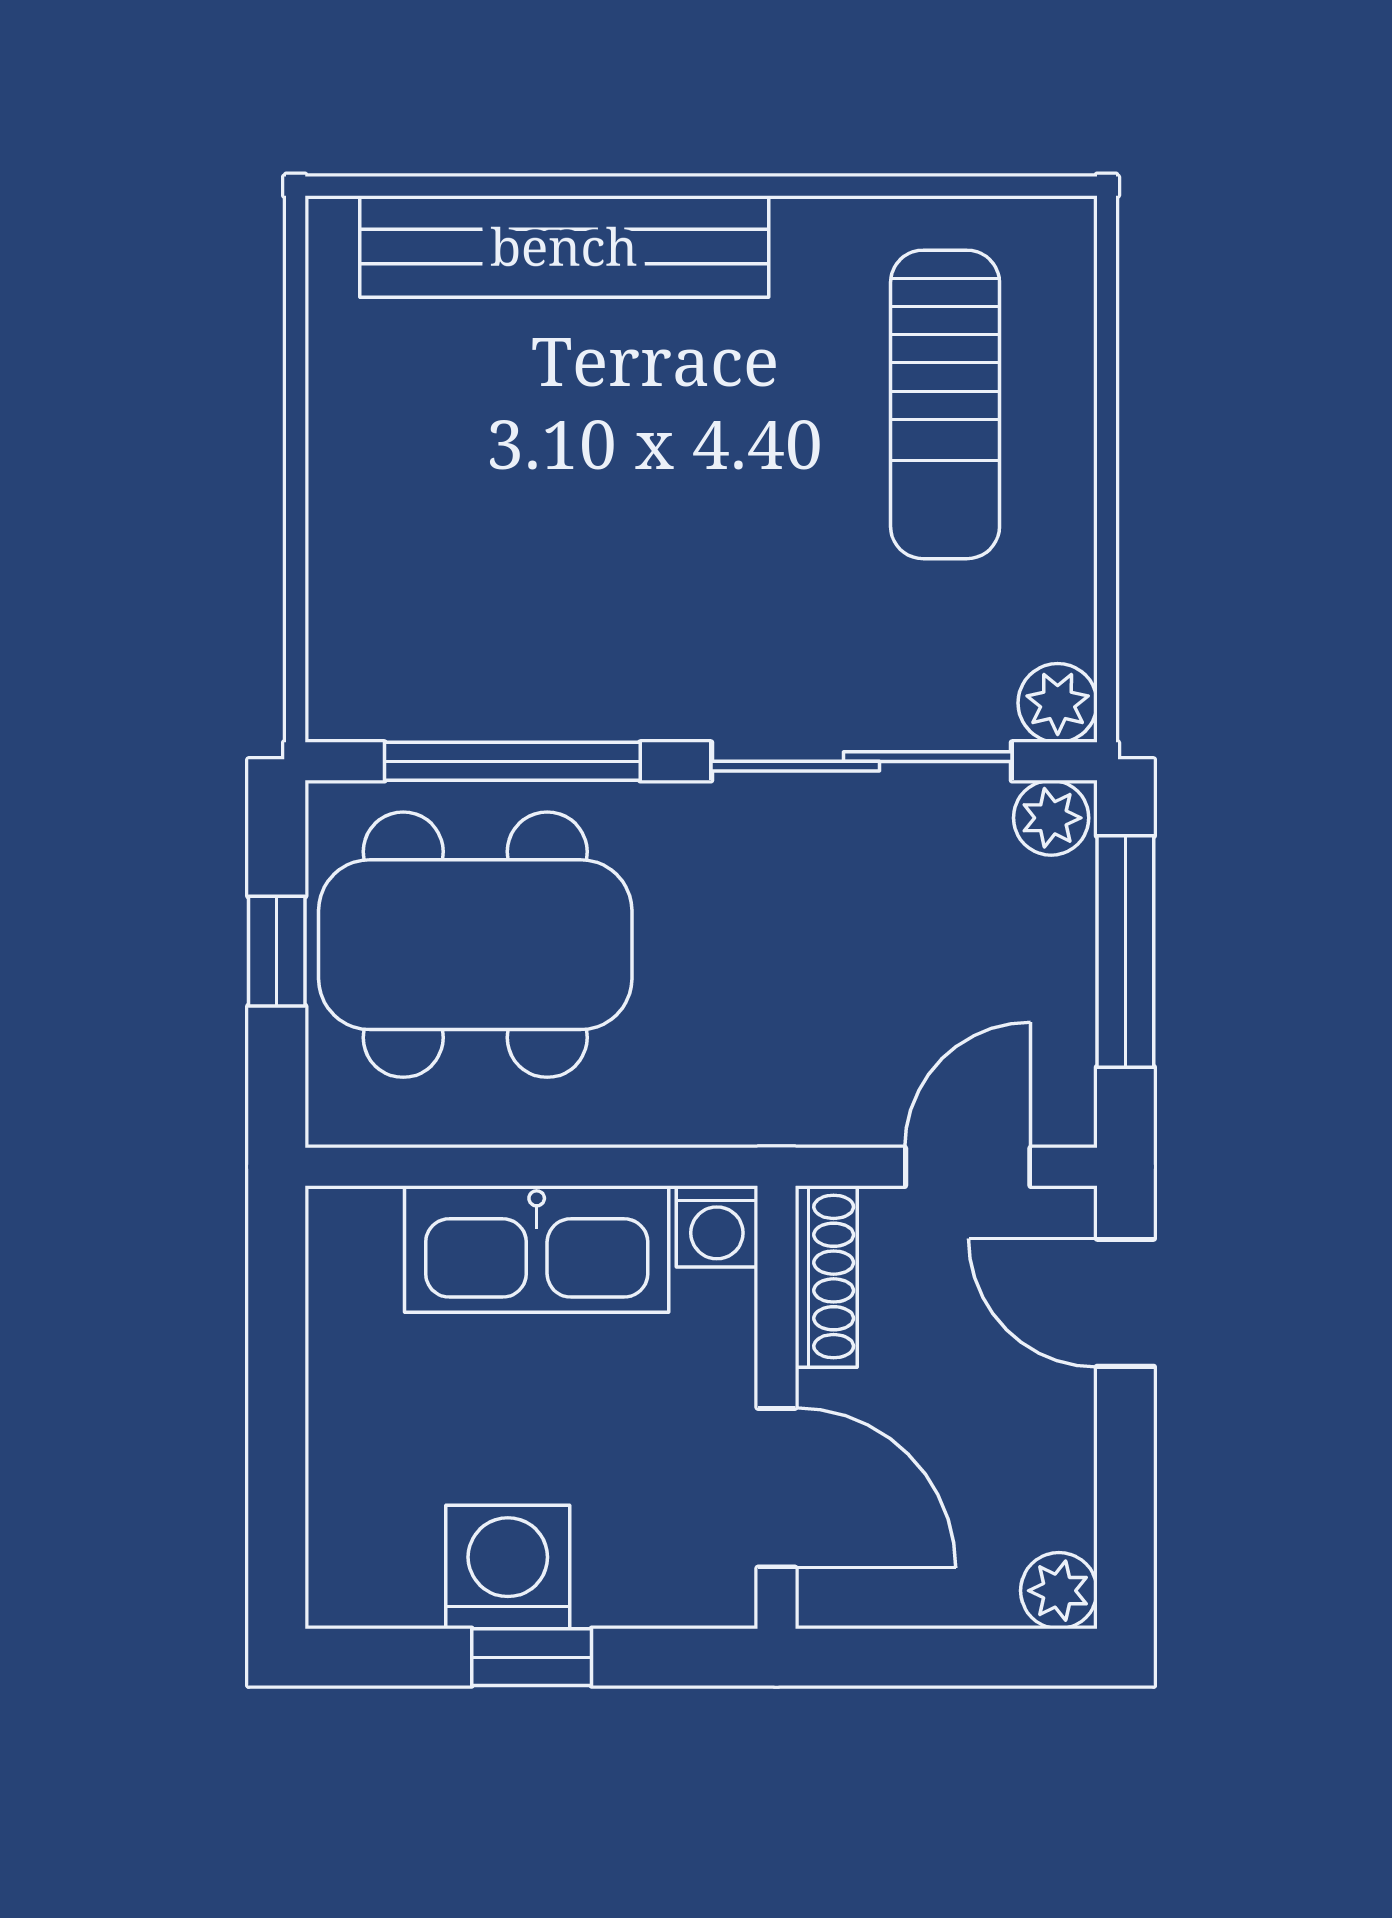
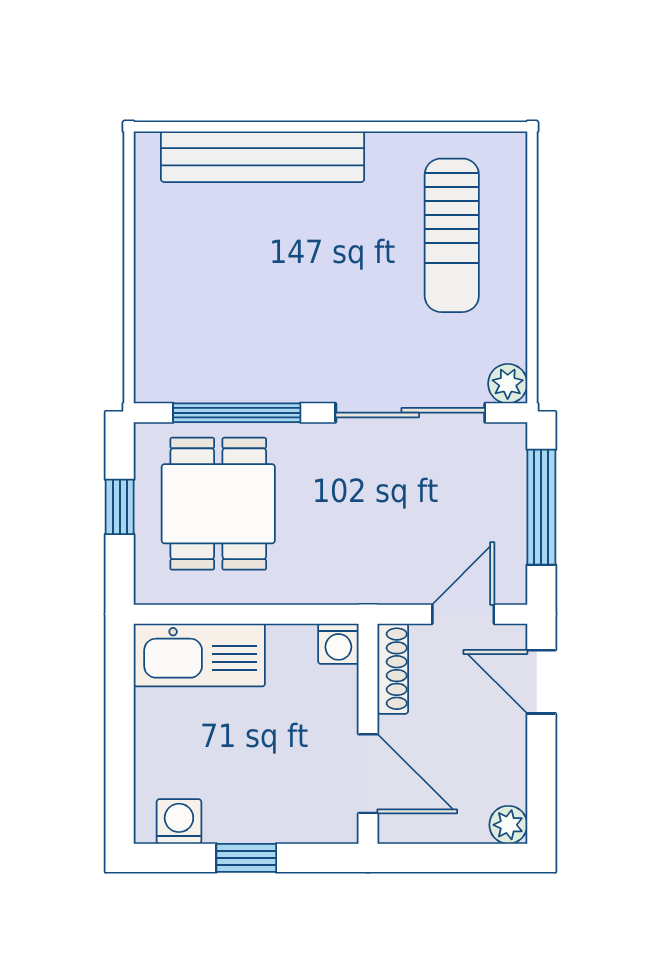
plant: (1051, 818) -> (504, 441), removed
dining table: (475, 945) -> (218, 504), width x0.73
kitchen sink: (537, 1249) -> (199, 655), moved
washing machine: (508, 1567) -> (179, 821), moved, width x0.73, depth x0.73

